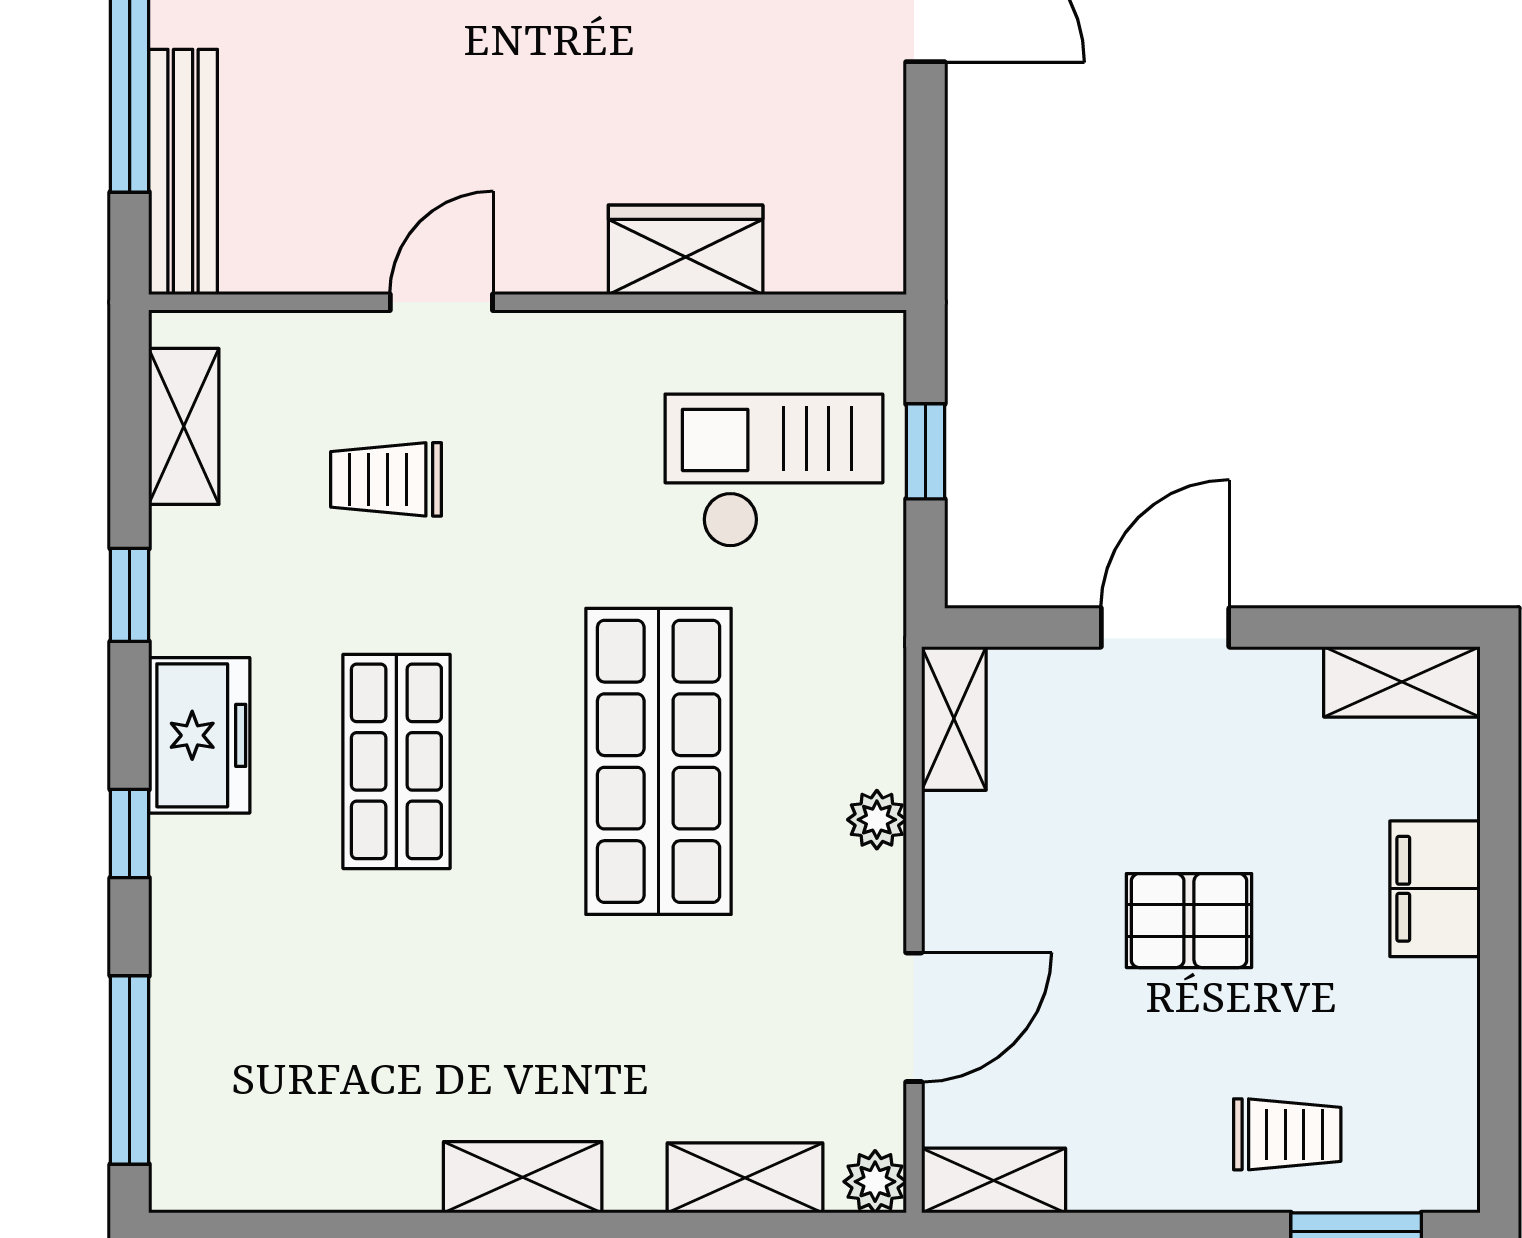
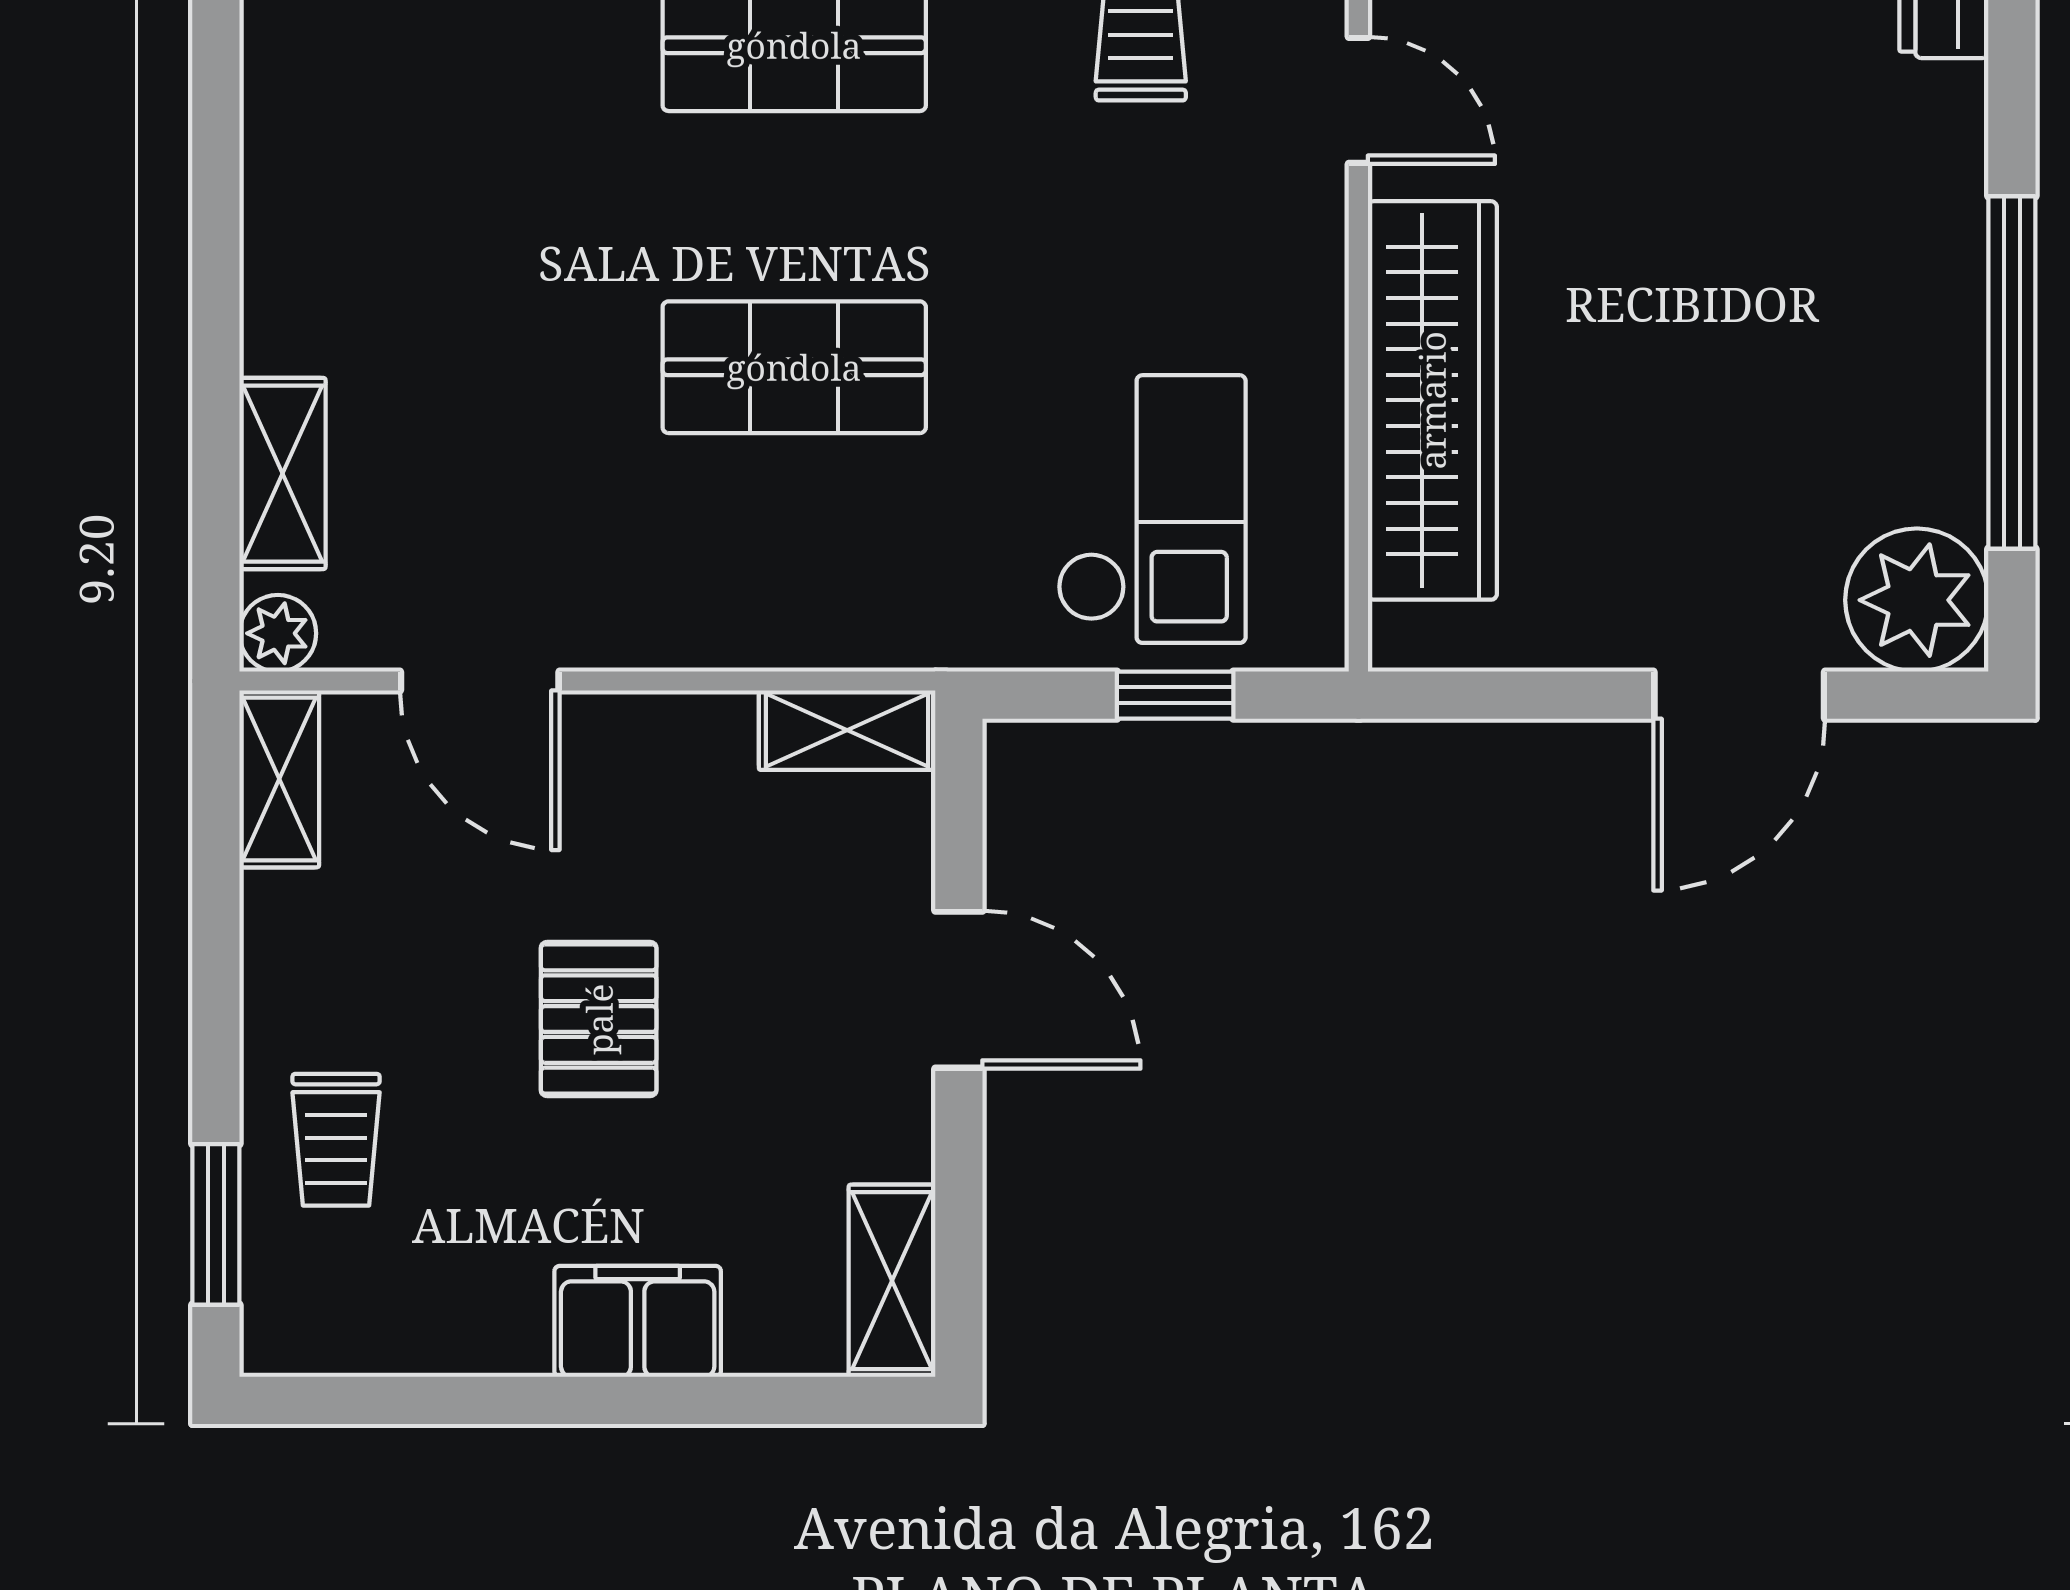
wardrobe: (686, 250) -> (1432, 400), width x2.10, depth x1.17
shop shelf: (659, 761) -> (794, 367), width x0.70, depth x0.74
plant: (877, 820) -> (723, 635), removed
shelving: (523, 1177) -> (283, 200), removed

